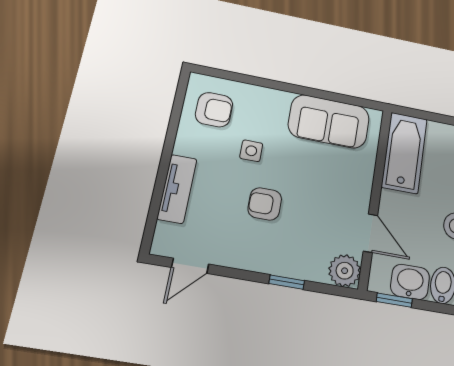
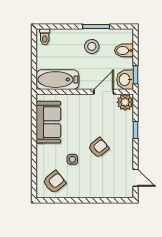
armchair: (214, 110) -> (54, 182), turned 51
tv unit: (177, 189) -> (99, 192), removed
armchair: (265, 204) -> (99, 148), turned -130
washbasin: (410, 282) -> (125, 80), moved

